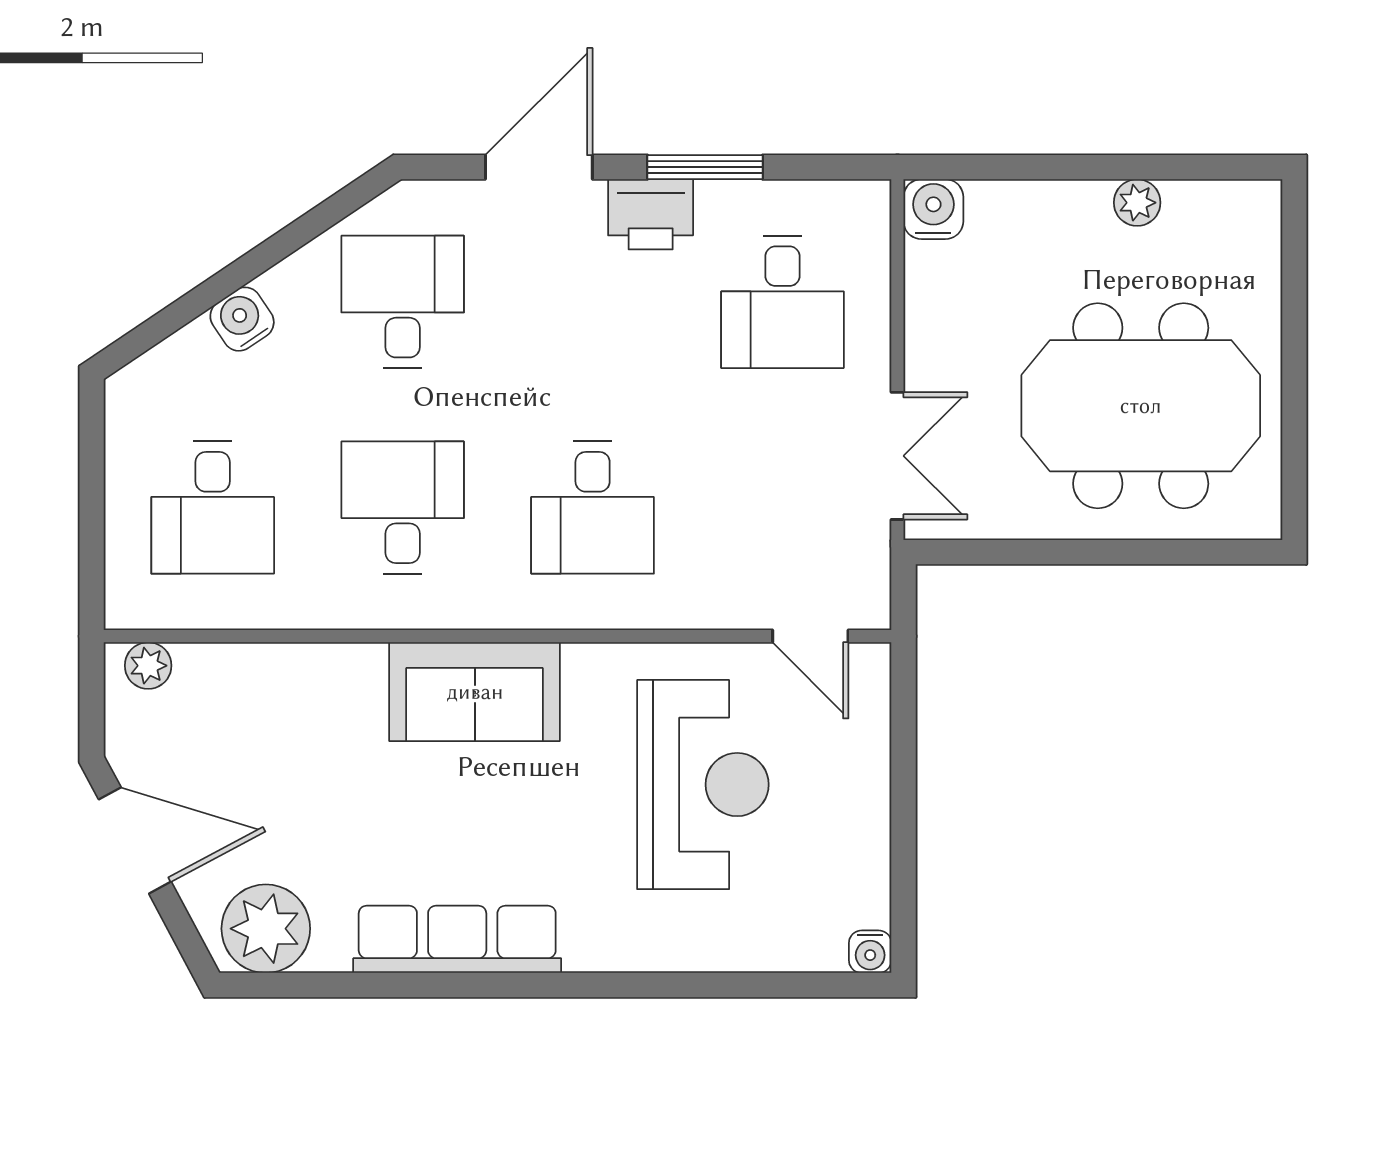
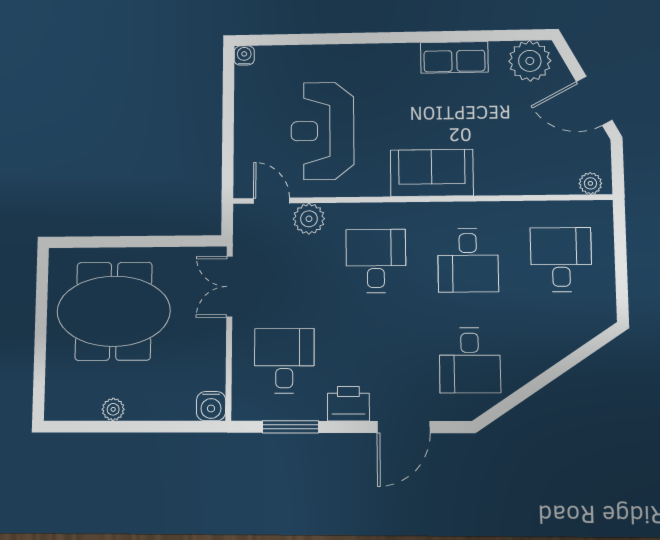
window: (705, 167) -> (291, 427), moved
water cooler: (242, 319) -> (549, 352), removed
plant: (731, 597) -> (309, 219), added
row of seats: (457, 939) -> (454, 57), width x0.68

